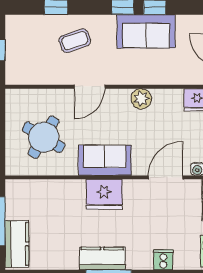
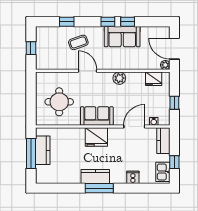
door: (90, 87) -> (87, 71), swing flipped
round table: (44, 137) -> (59, 102), turned -31
kitchen counter: (17, 244) -> (43, 150), moved

